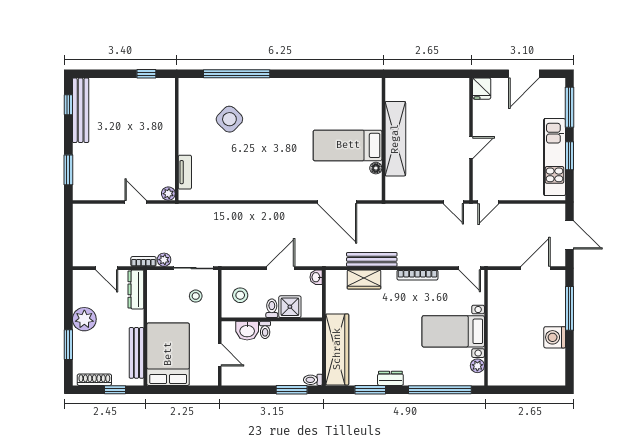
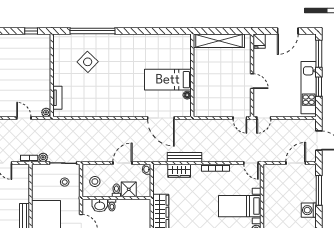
shelving: (395, 139) -> (219, 41), moved, turned 90
door: (471, 148) -> (252, 81), hinge flipped
dresser: (136, 289) -> (24, 178), removed

